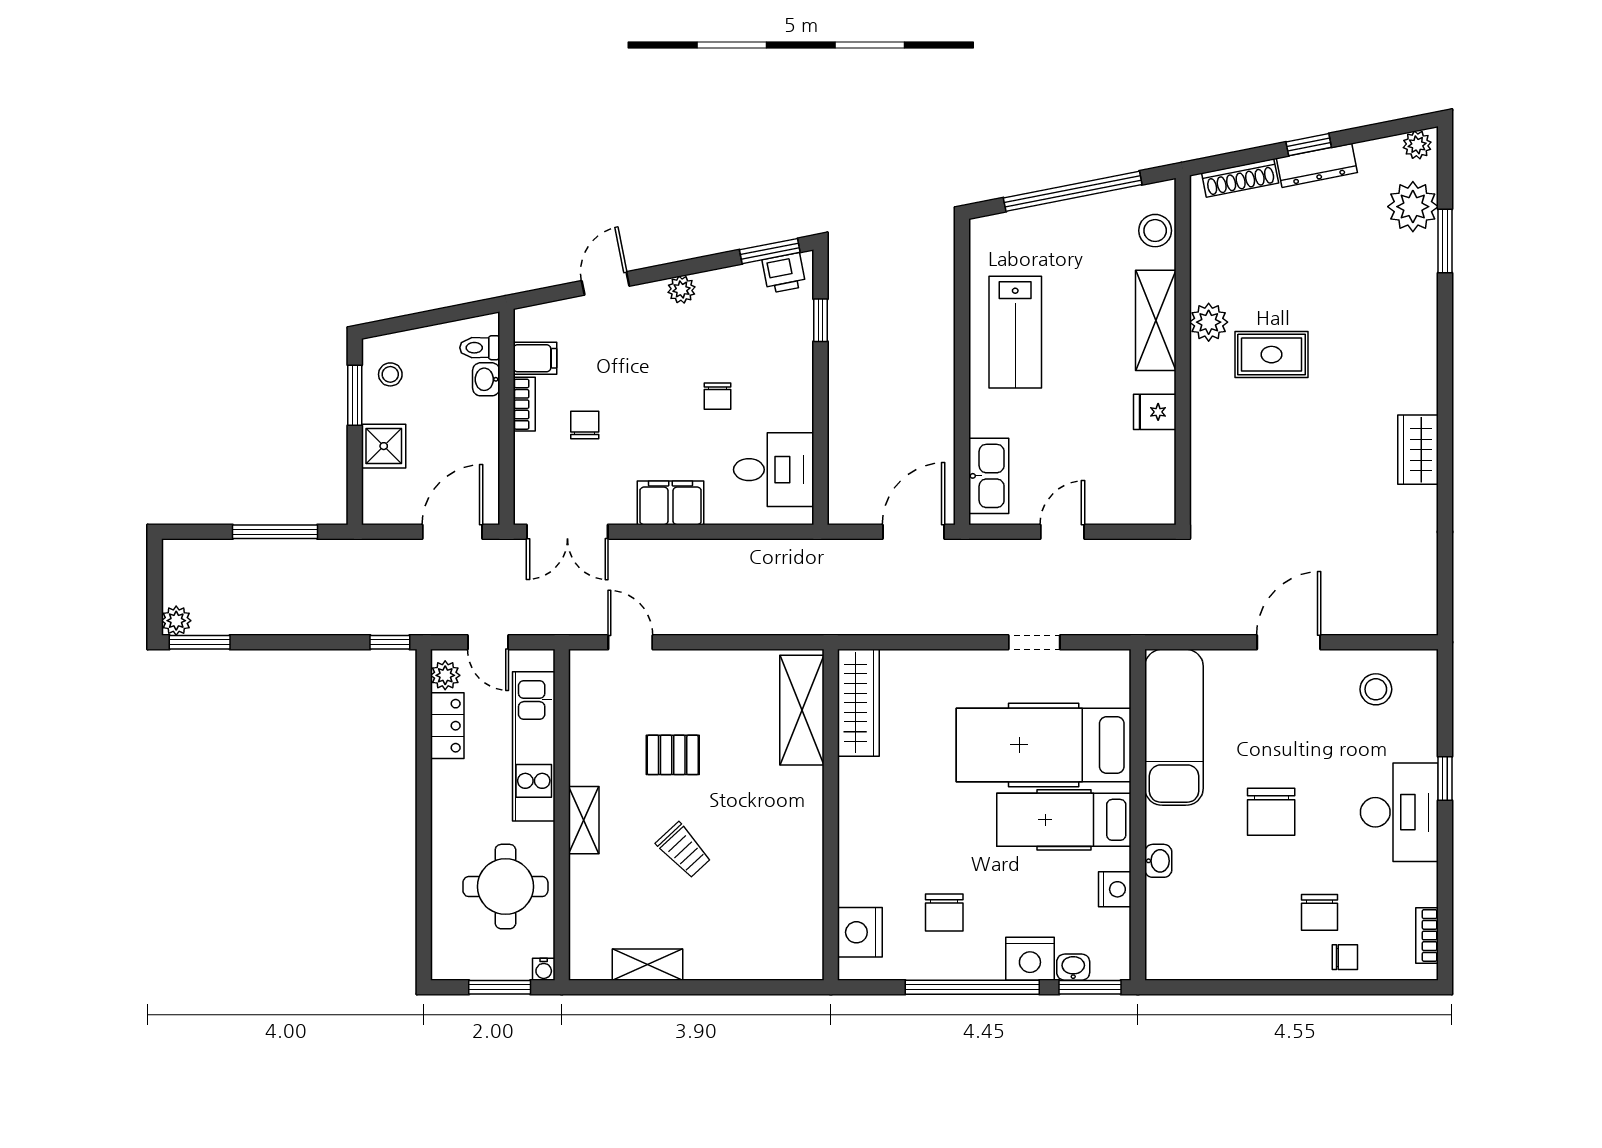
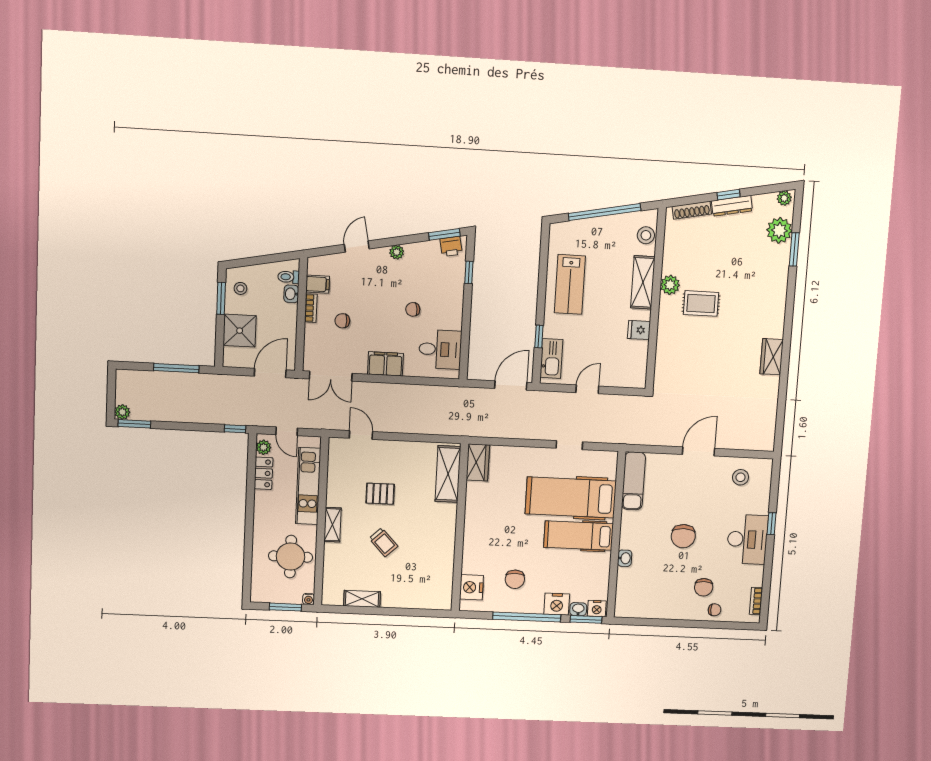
chair: (718, 396) -> (413, 309), turned 84
chair: (585, 425) -> (342, 321), turned -90
window: (962, 435) -> (539, 337), added
shower: (384, 446) -> (240, 331), width x1.36, depth x1.36
wardrobe: (858, 703) -> (478, 462), width x0.67
exam couch: (1174, 727) -> (634, 481), width x0.73, depth x0.69
nightstand: (1115, 889) -> (597, 608), moved, turned 90

